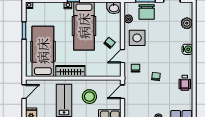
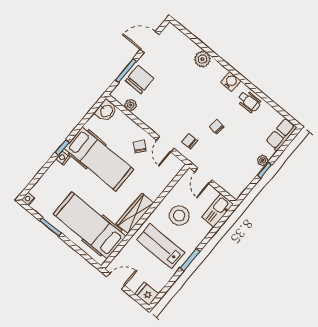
chair: (147, 12) -> (140, 79), turned -90
plant: (187, 23) -> (202, 59), moved
side table: (137, 38) -> (159, 113), removed
water cooler: (187, 49) -> (231, 82), moved
door: (24, 92) -> (116, 281), hinge flipped

